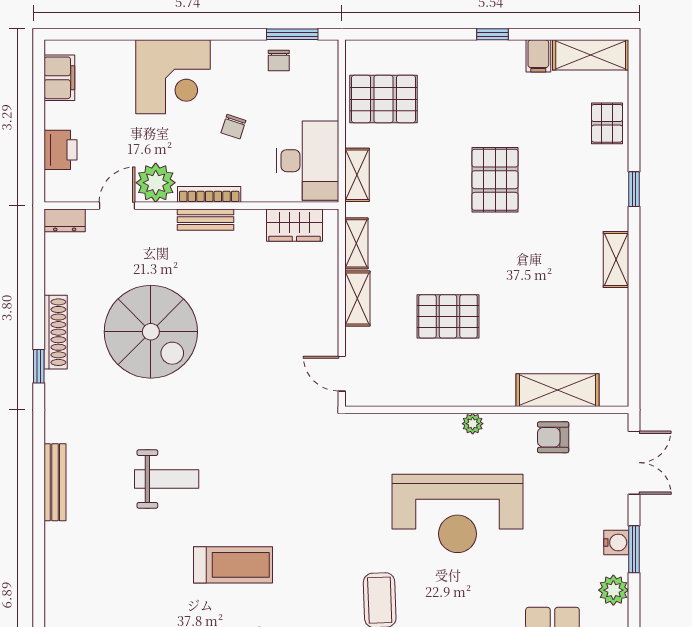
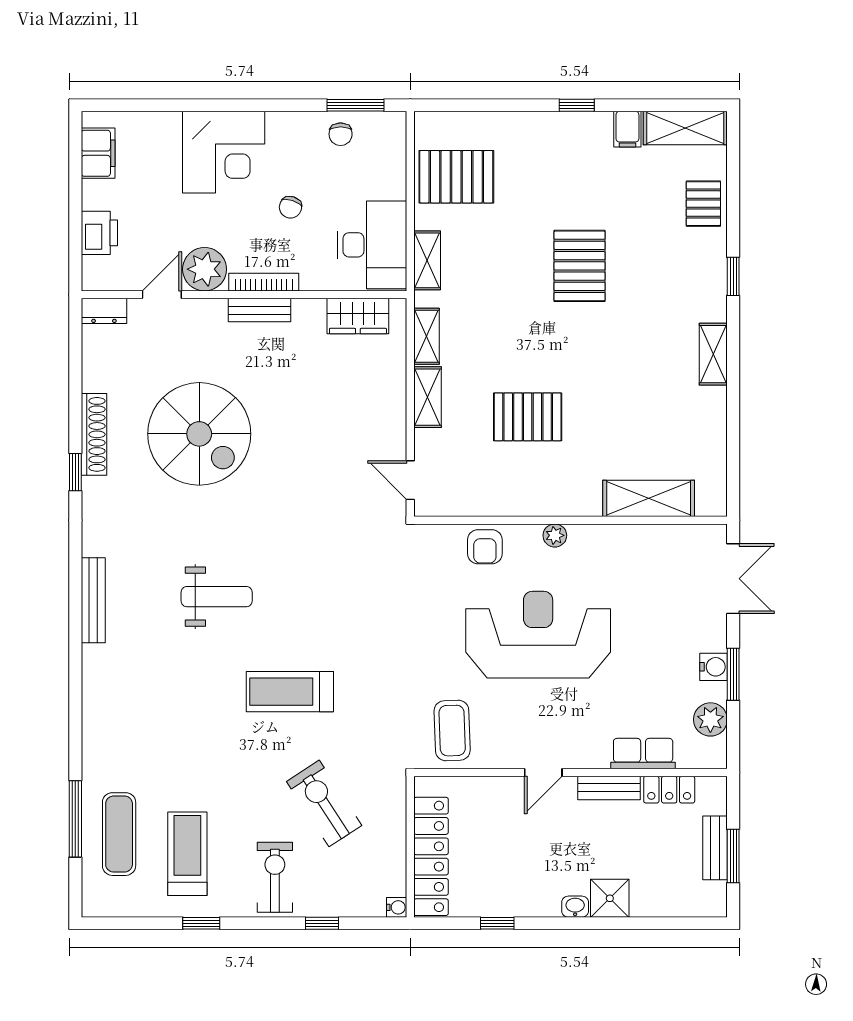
armchair: (553, 437) -> (485, 547), moved, turned -90
reception desk: (457, 513) -> (538, 635), turned 180
treadmill: (233, 565) -> (290, 692), turned 180

